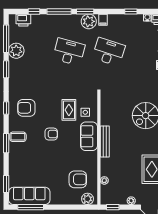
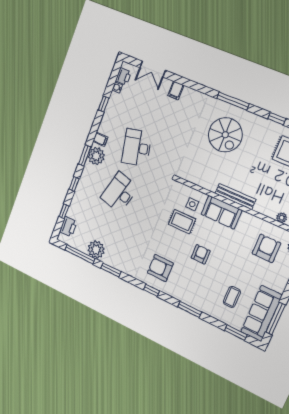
window: (59, 12) -> (74, 184), width x0.46
desk: (109, 52) -> (137, 148), turned -30
armchair: (26, 108) -> (160, 268), turned 90
coffee table: (18, 137) -> (232, 297), moved

